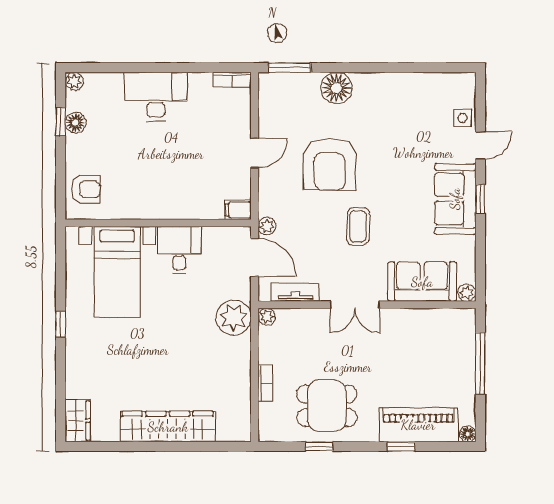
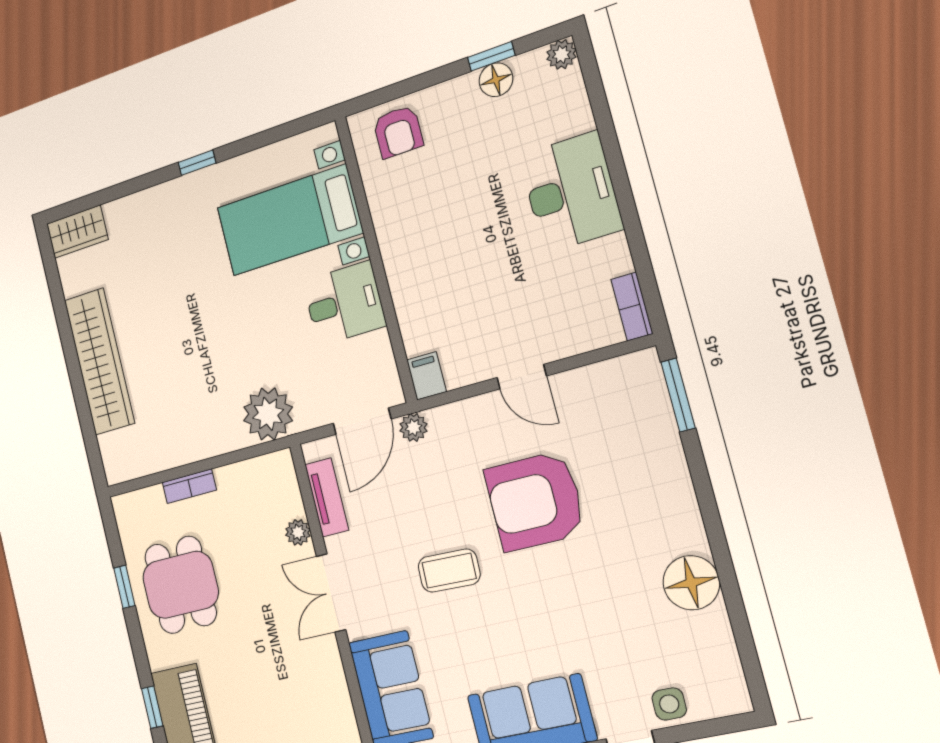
floor lamp: (336, 88) -> (691, 583), moved
plant: (267, 317) -> (298, 532), moved

